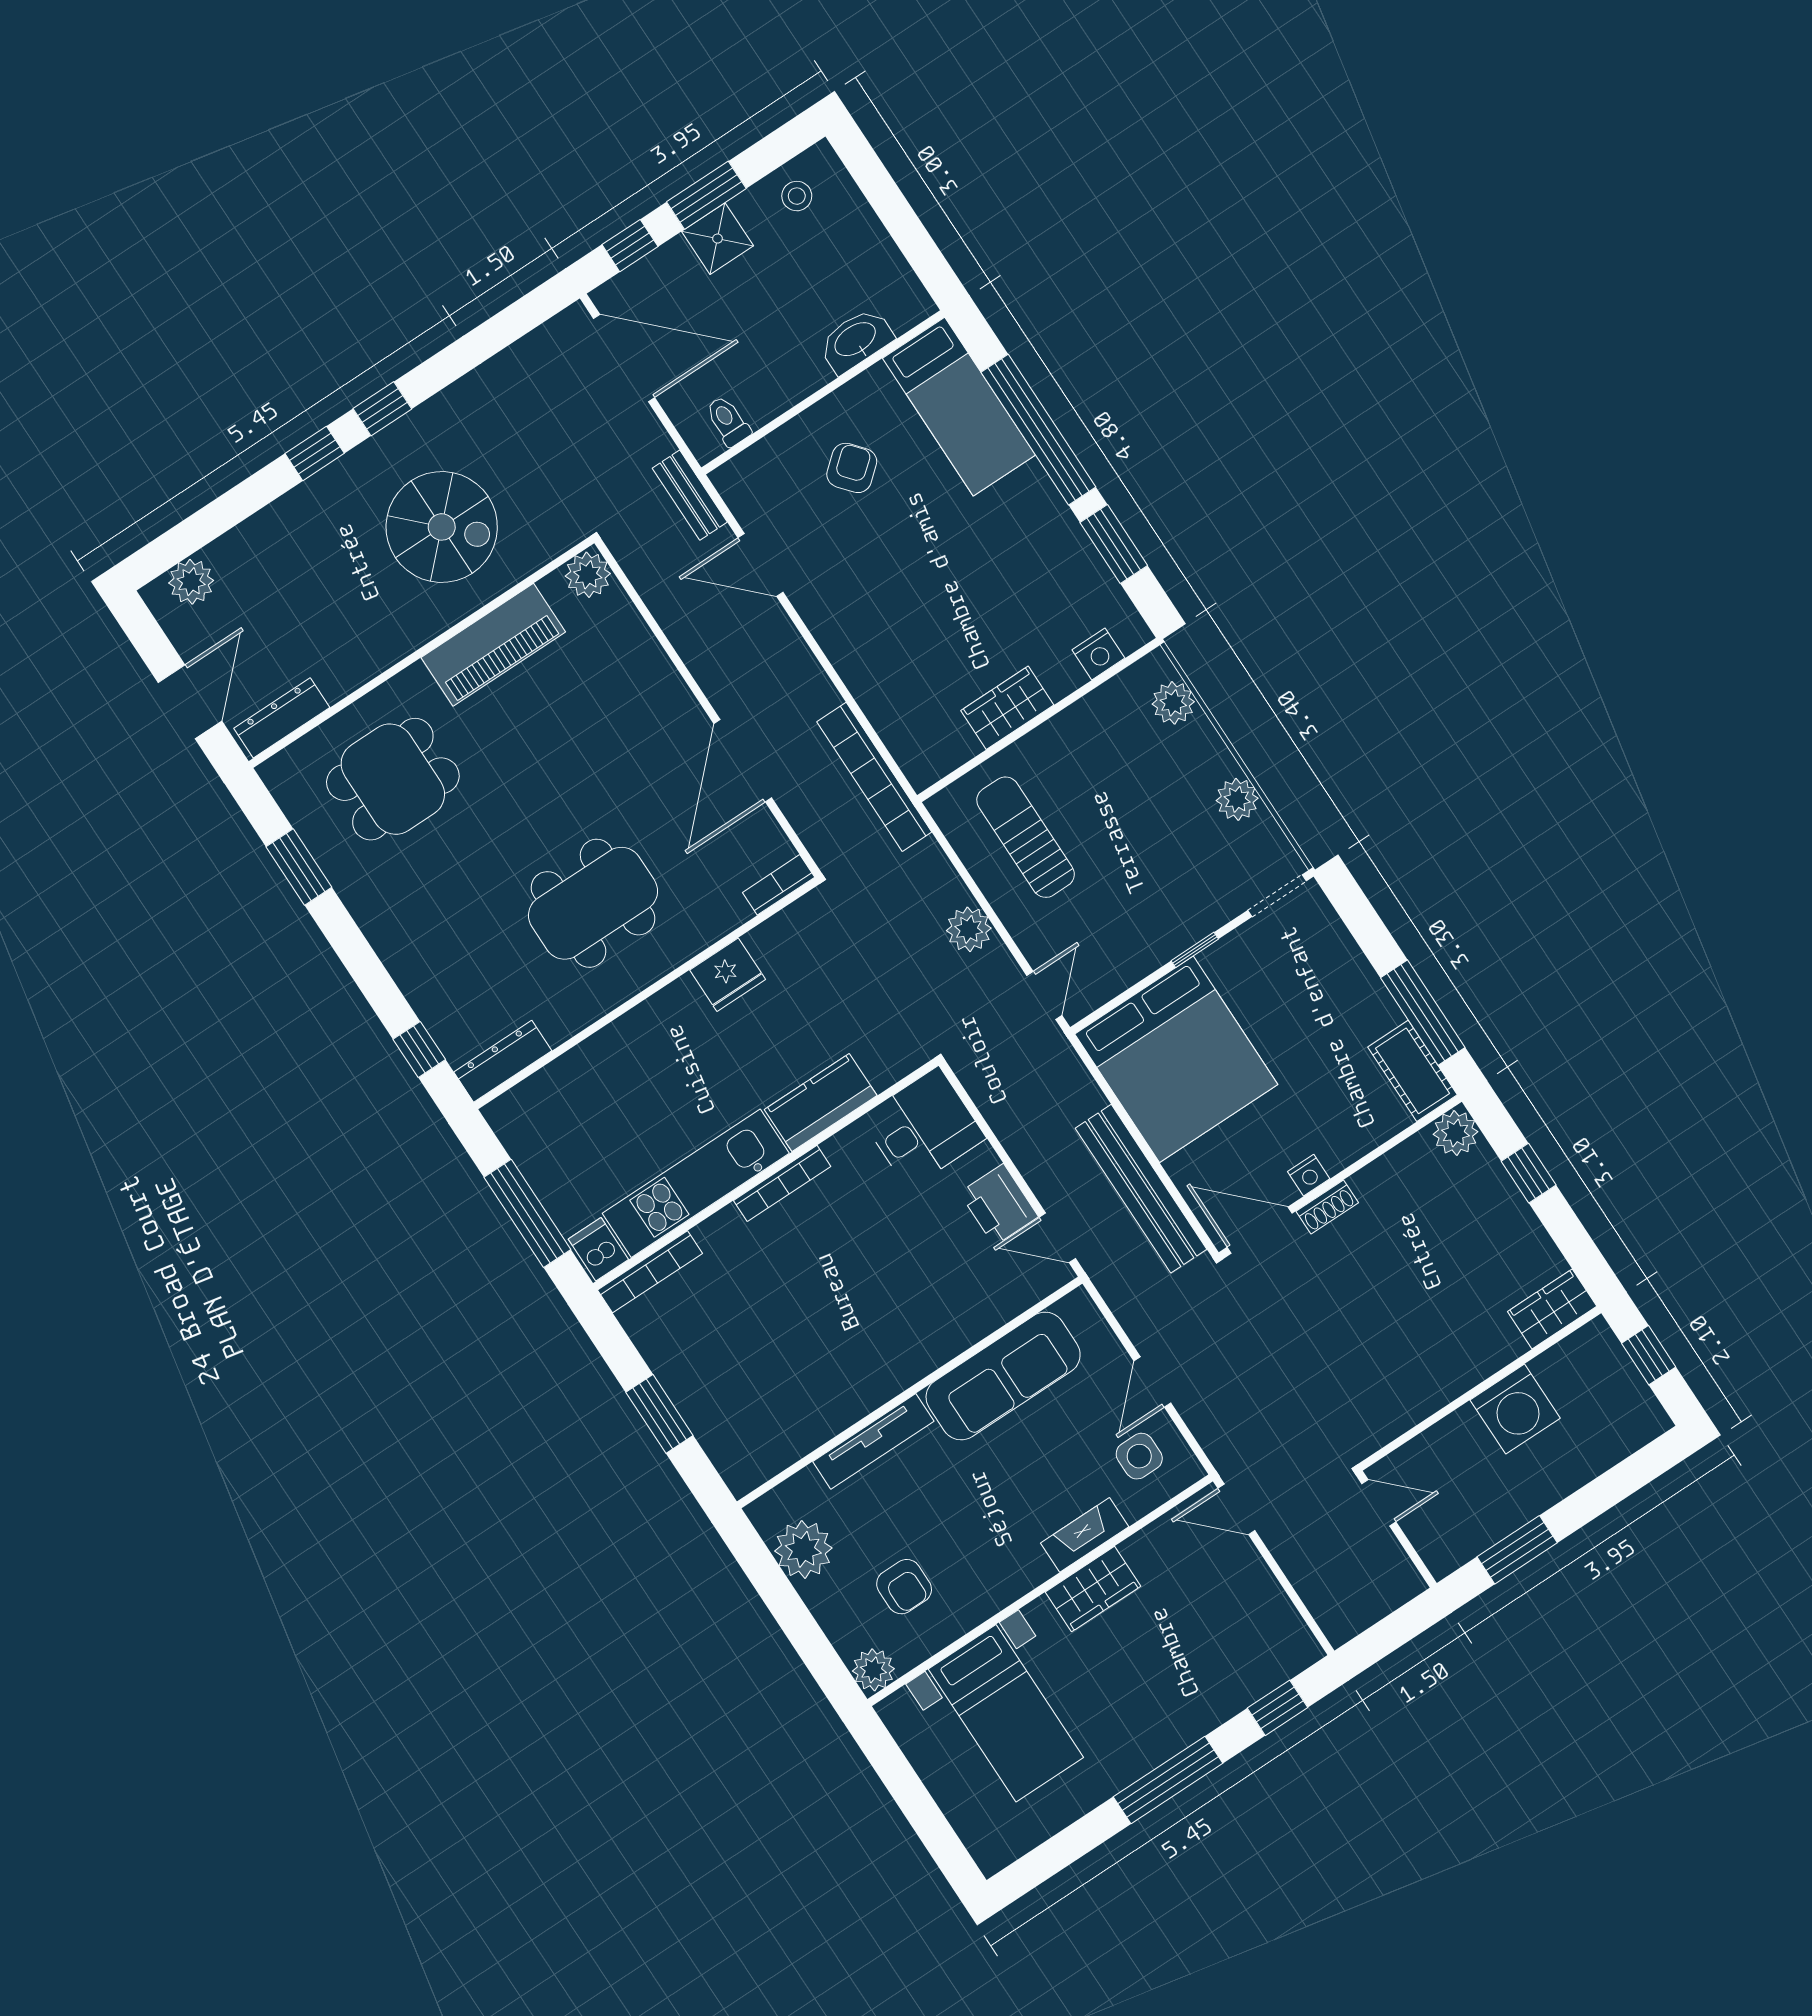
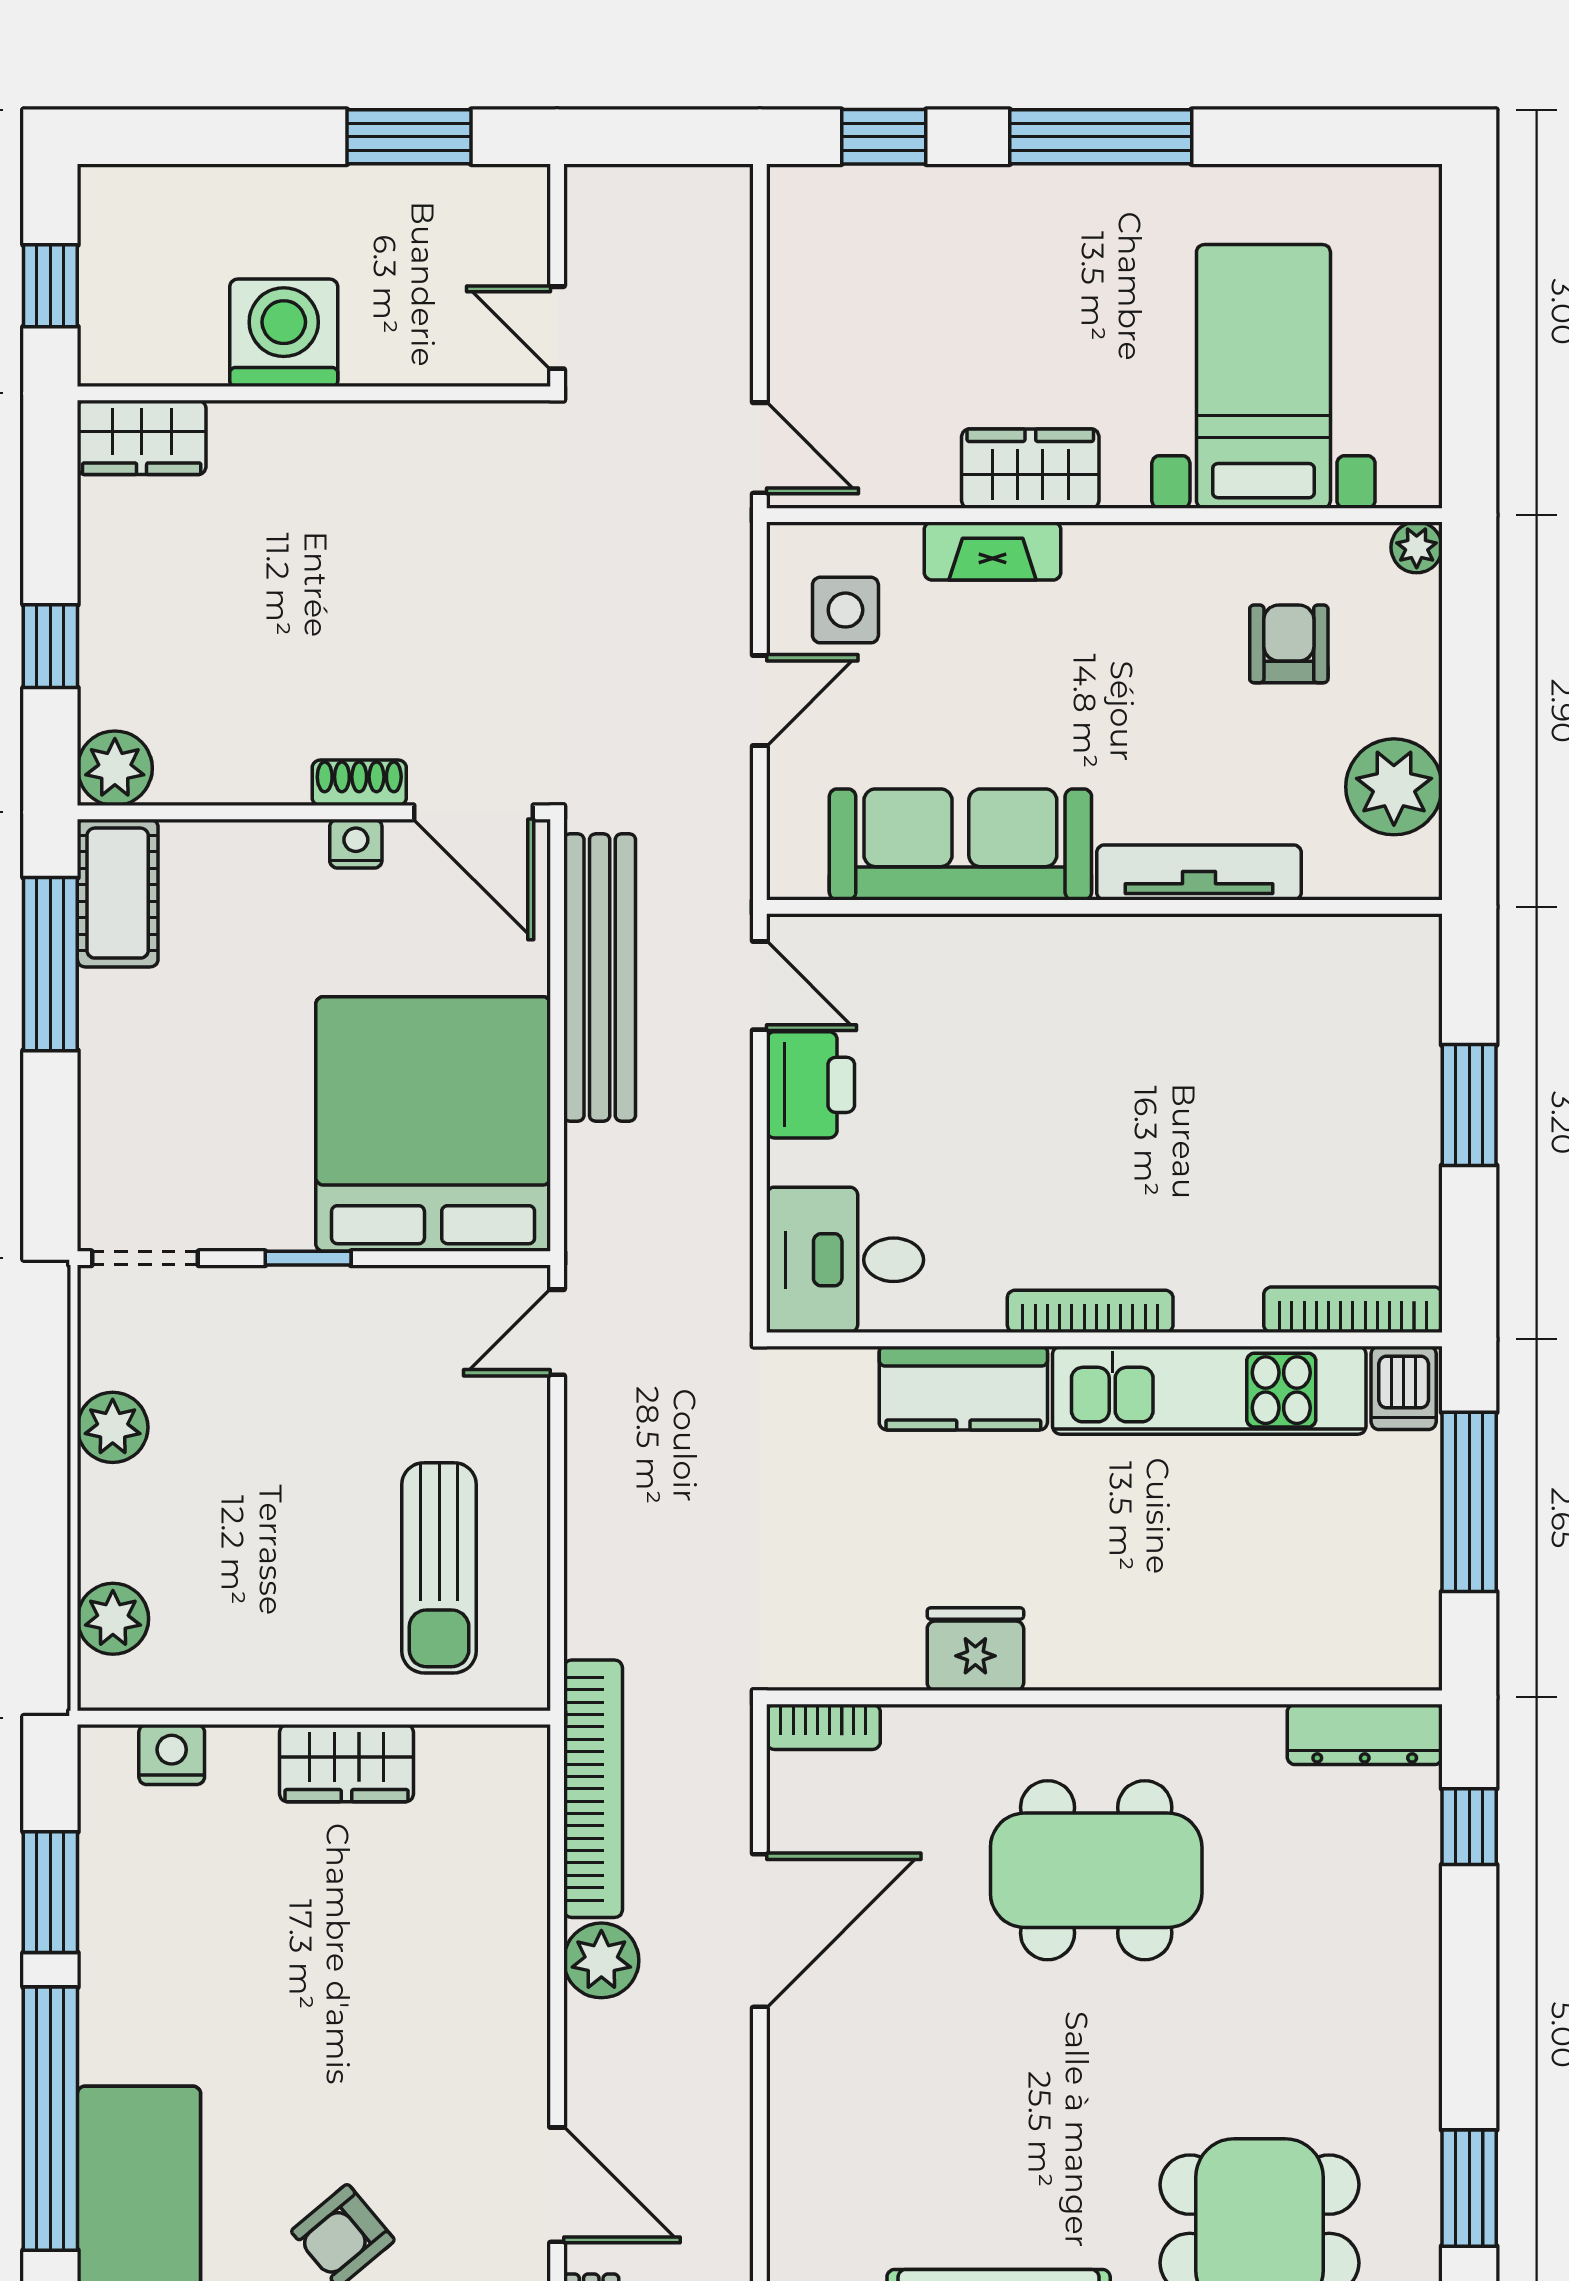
plant: (969, 929) -> (601, 1960), moved
plant: (873, 1670) -> (1417, 547), width x0.73, depth x0.73

